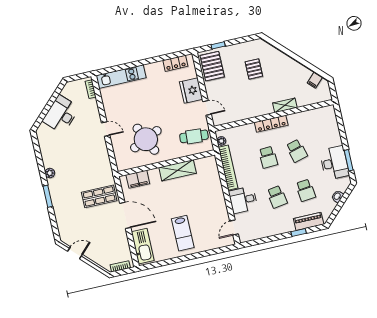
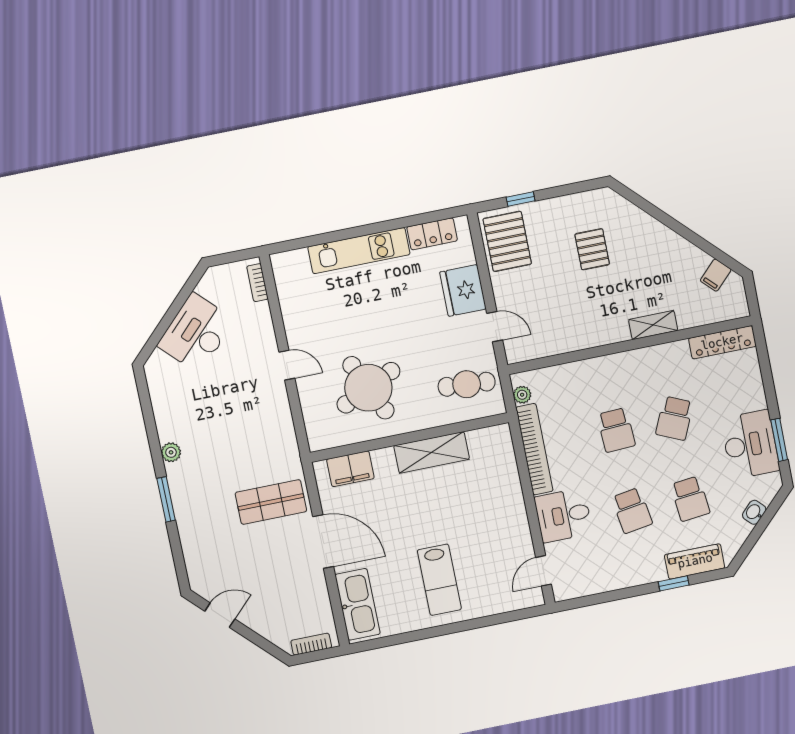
kitchen unit: (121, 77) -> (359, 251), moved
locker: (271, 124) -> (722, 342), moved
school desk: (297, 151) -> (674, 418), turned 39

